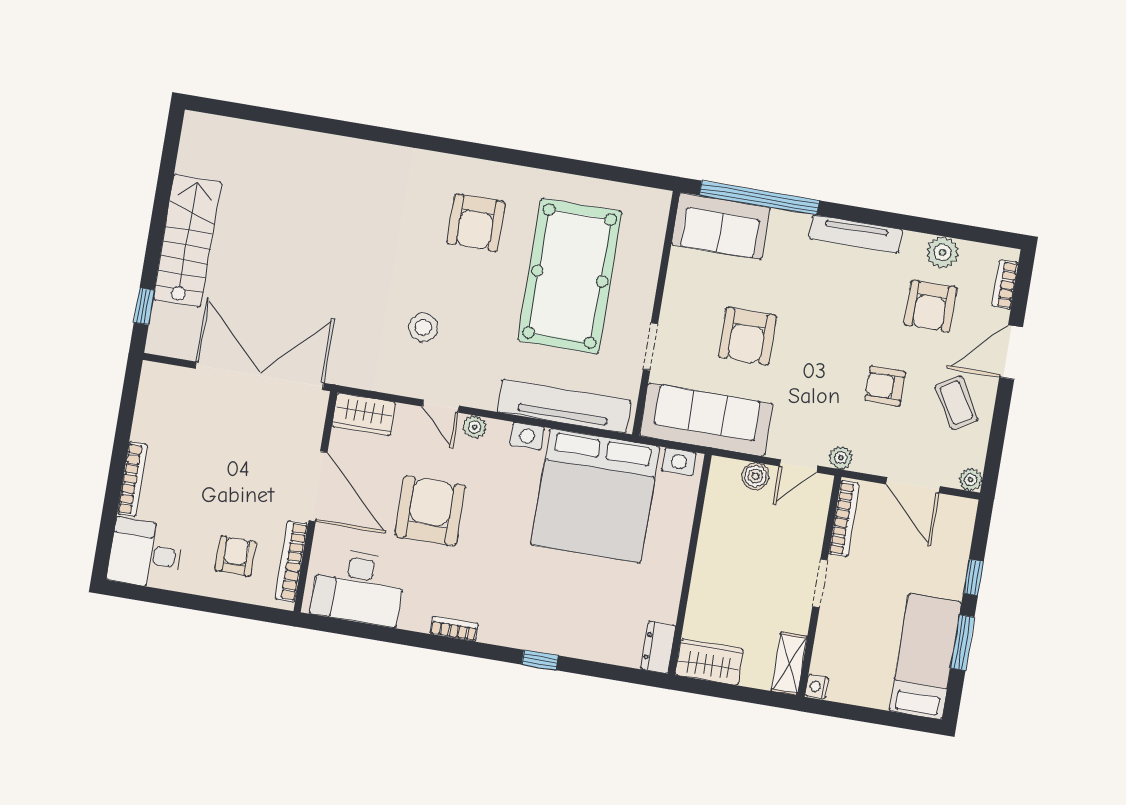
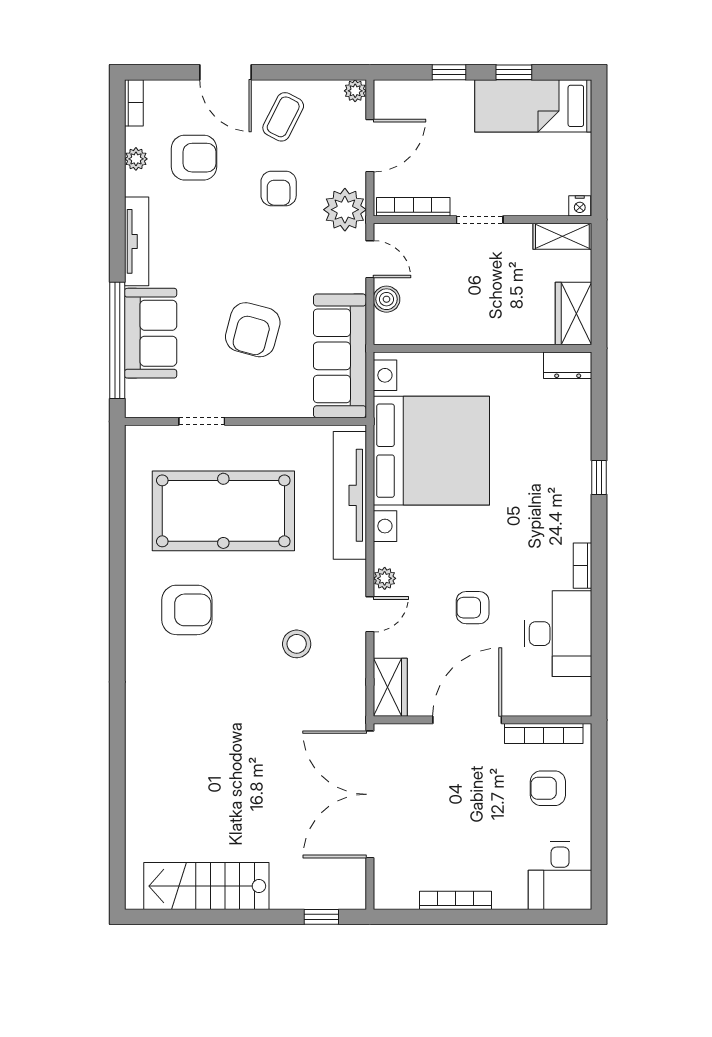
sofa: (721, 226) -> (151, 333), moved
stairs: (187, 240) -> (206, 886), moved
plant: (943, 252) -> (136, 159), width x0.73, depth x0.73
bookcase: (1005, 285) -> (134, 103), moved, turned -90
armchair: (747, 336) -> (253, 330), turned 105
doorway: (650, 347) -> (202, 421), moved
coffee table: (956, 403) -> (283, 117), turned -32
plant: (841, 458) -> (345, 210), width x1.88, depth x1.88
bookcase: (132, 479) -> (456, 900), moved
armchair: (430, 511) -> (473, 608), width x0.53, depth x0.53
desk: (358, 587) -> (558, 634), moved
window: (962, 643) -> (514, 72), width x0.67

